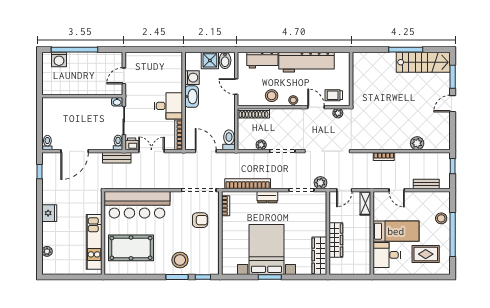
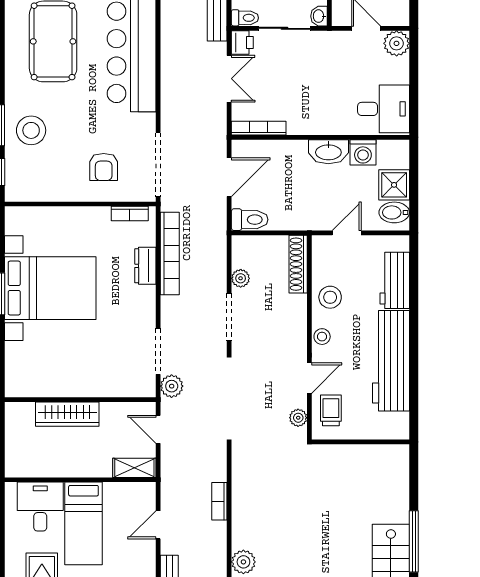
plant: (132, 59) -> (397, 43), added
desk: (168, 106) -> (384, 109), moved, turned -90
dresser: (267, 197) -> (145, 266), moved
wardrobe: (319, 256) -> (39, 384), removed

